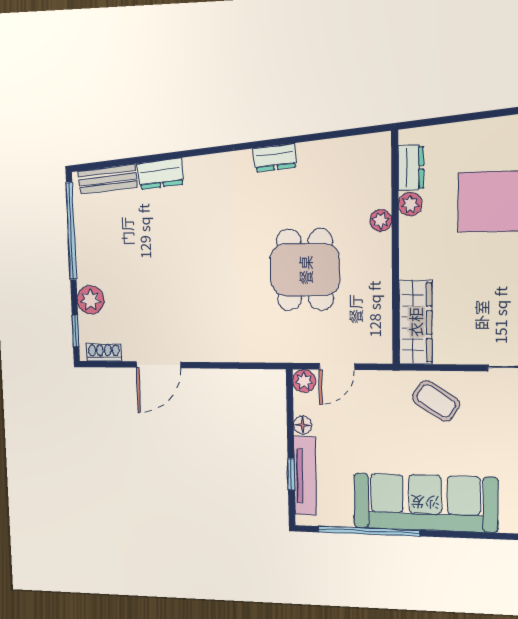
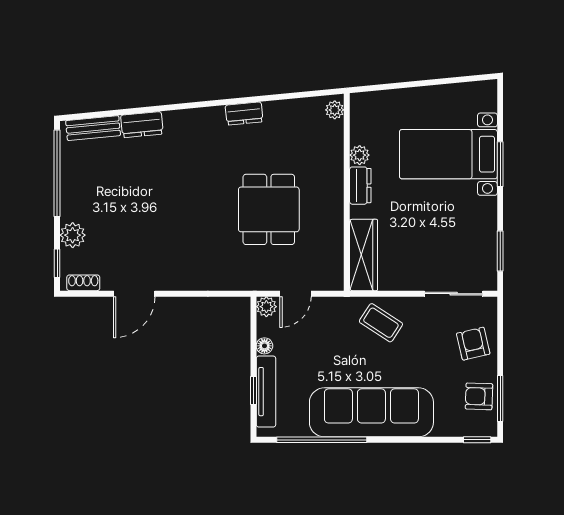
dresser: (411, 168) -> (360, 186), moved
plant: (381, 220) -> (335, 110), moved

